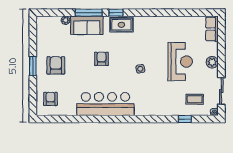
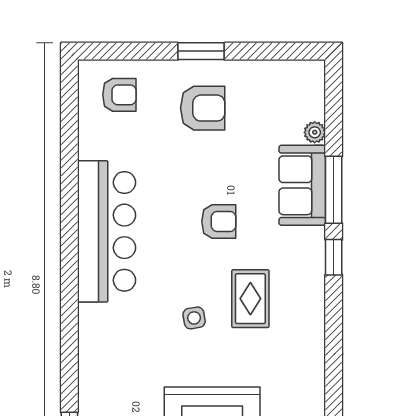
rug: (121, 25) -> (250, 299), moved

